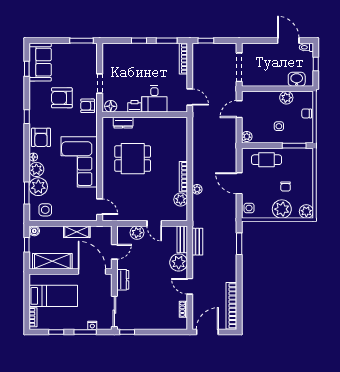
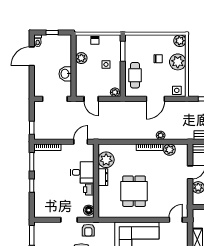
washbasin: (297, 79) -> (65, 74), moved
dresser: (123, 123) -> (103, 177), moved
plant: (169, 126) -> (106, 160), added

